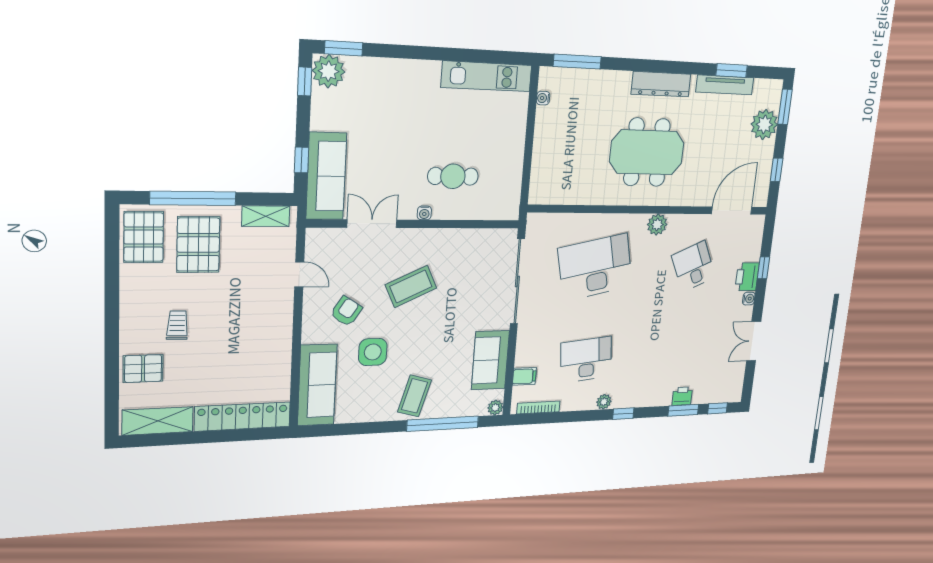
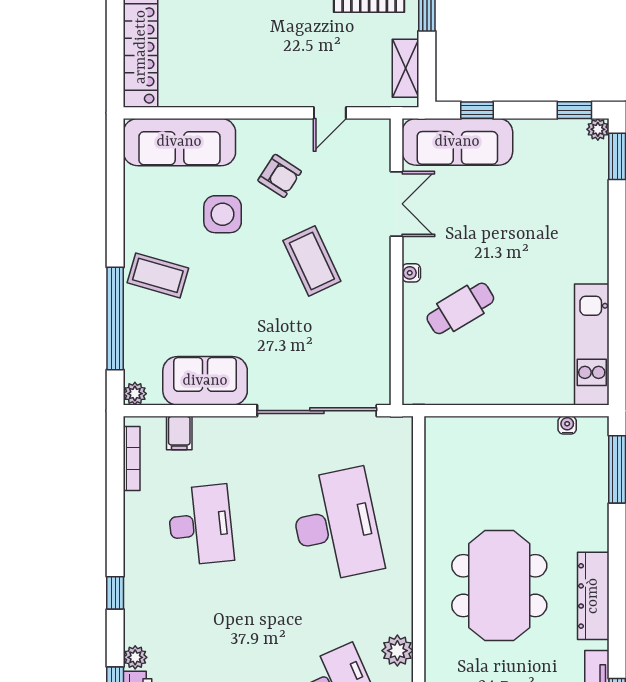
plant: (329, 71) -> (598, 129), width x0.53, depth x0.53
cafe table: (453, 176) -> (460, 308), turned 59
plant: (657, 224) -> (397, 651), moved
plant: (604, 402) -> (135, 657), moved

